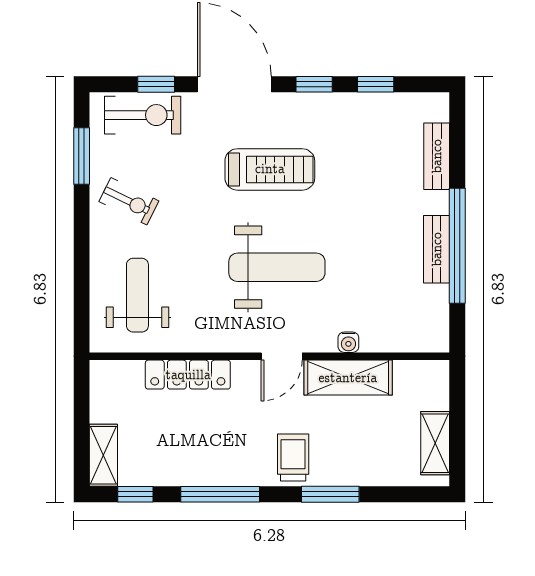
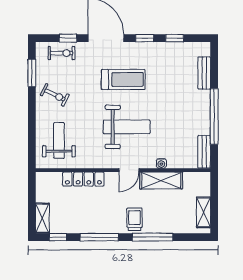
exercise bike: (143, 115) -> (61, 53), width x0.73, depth x0.72
bench: (437, 249) -> (204, 152), moved
window: (330, 494) -> (153, 237), width x1.44

